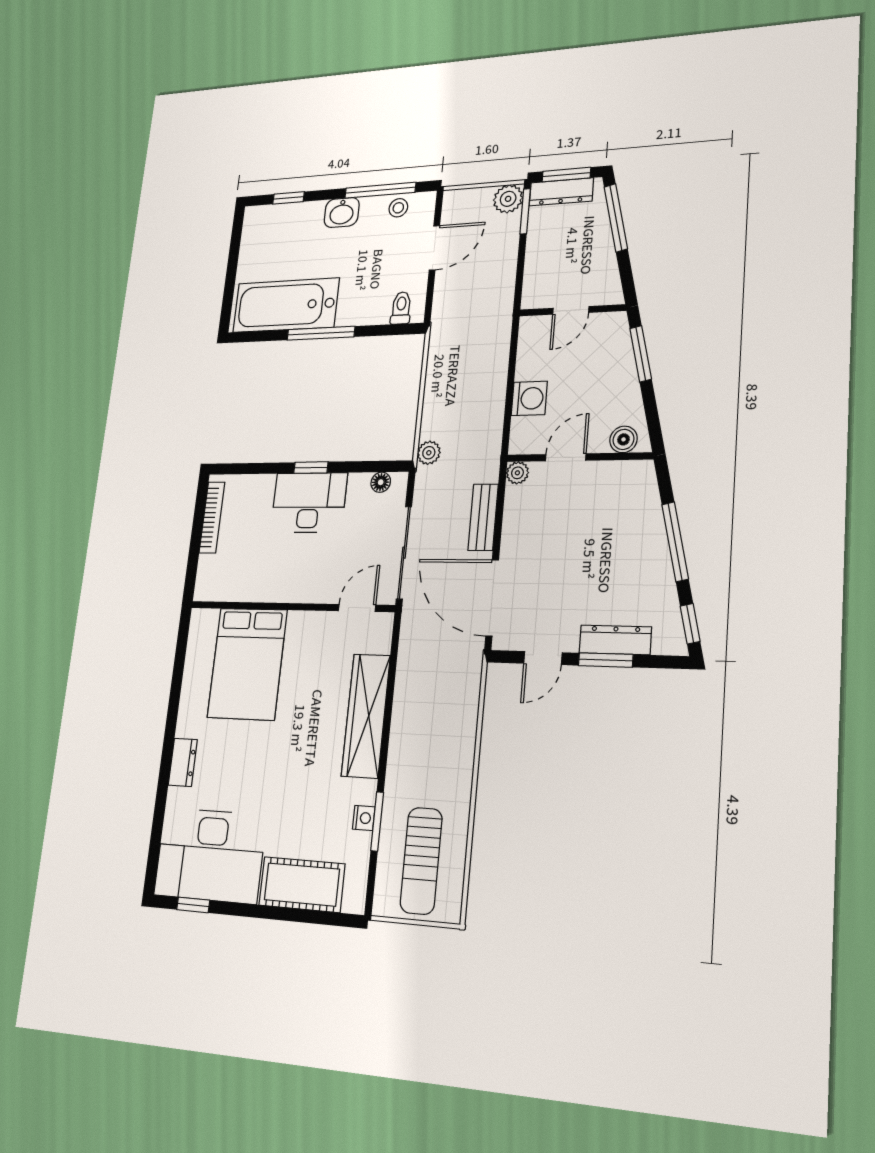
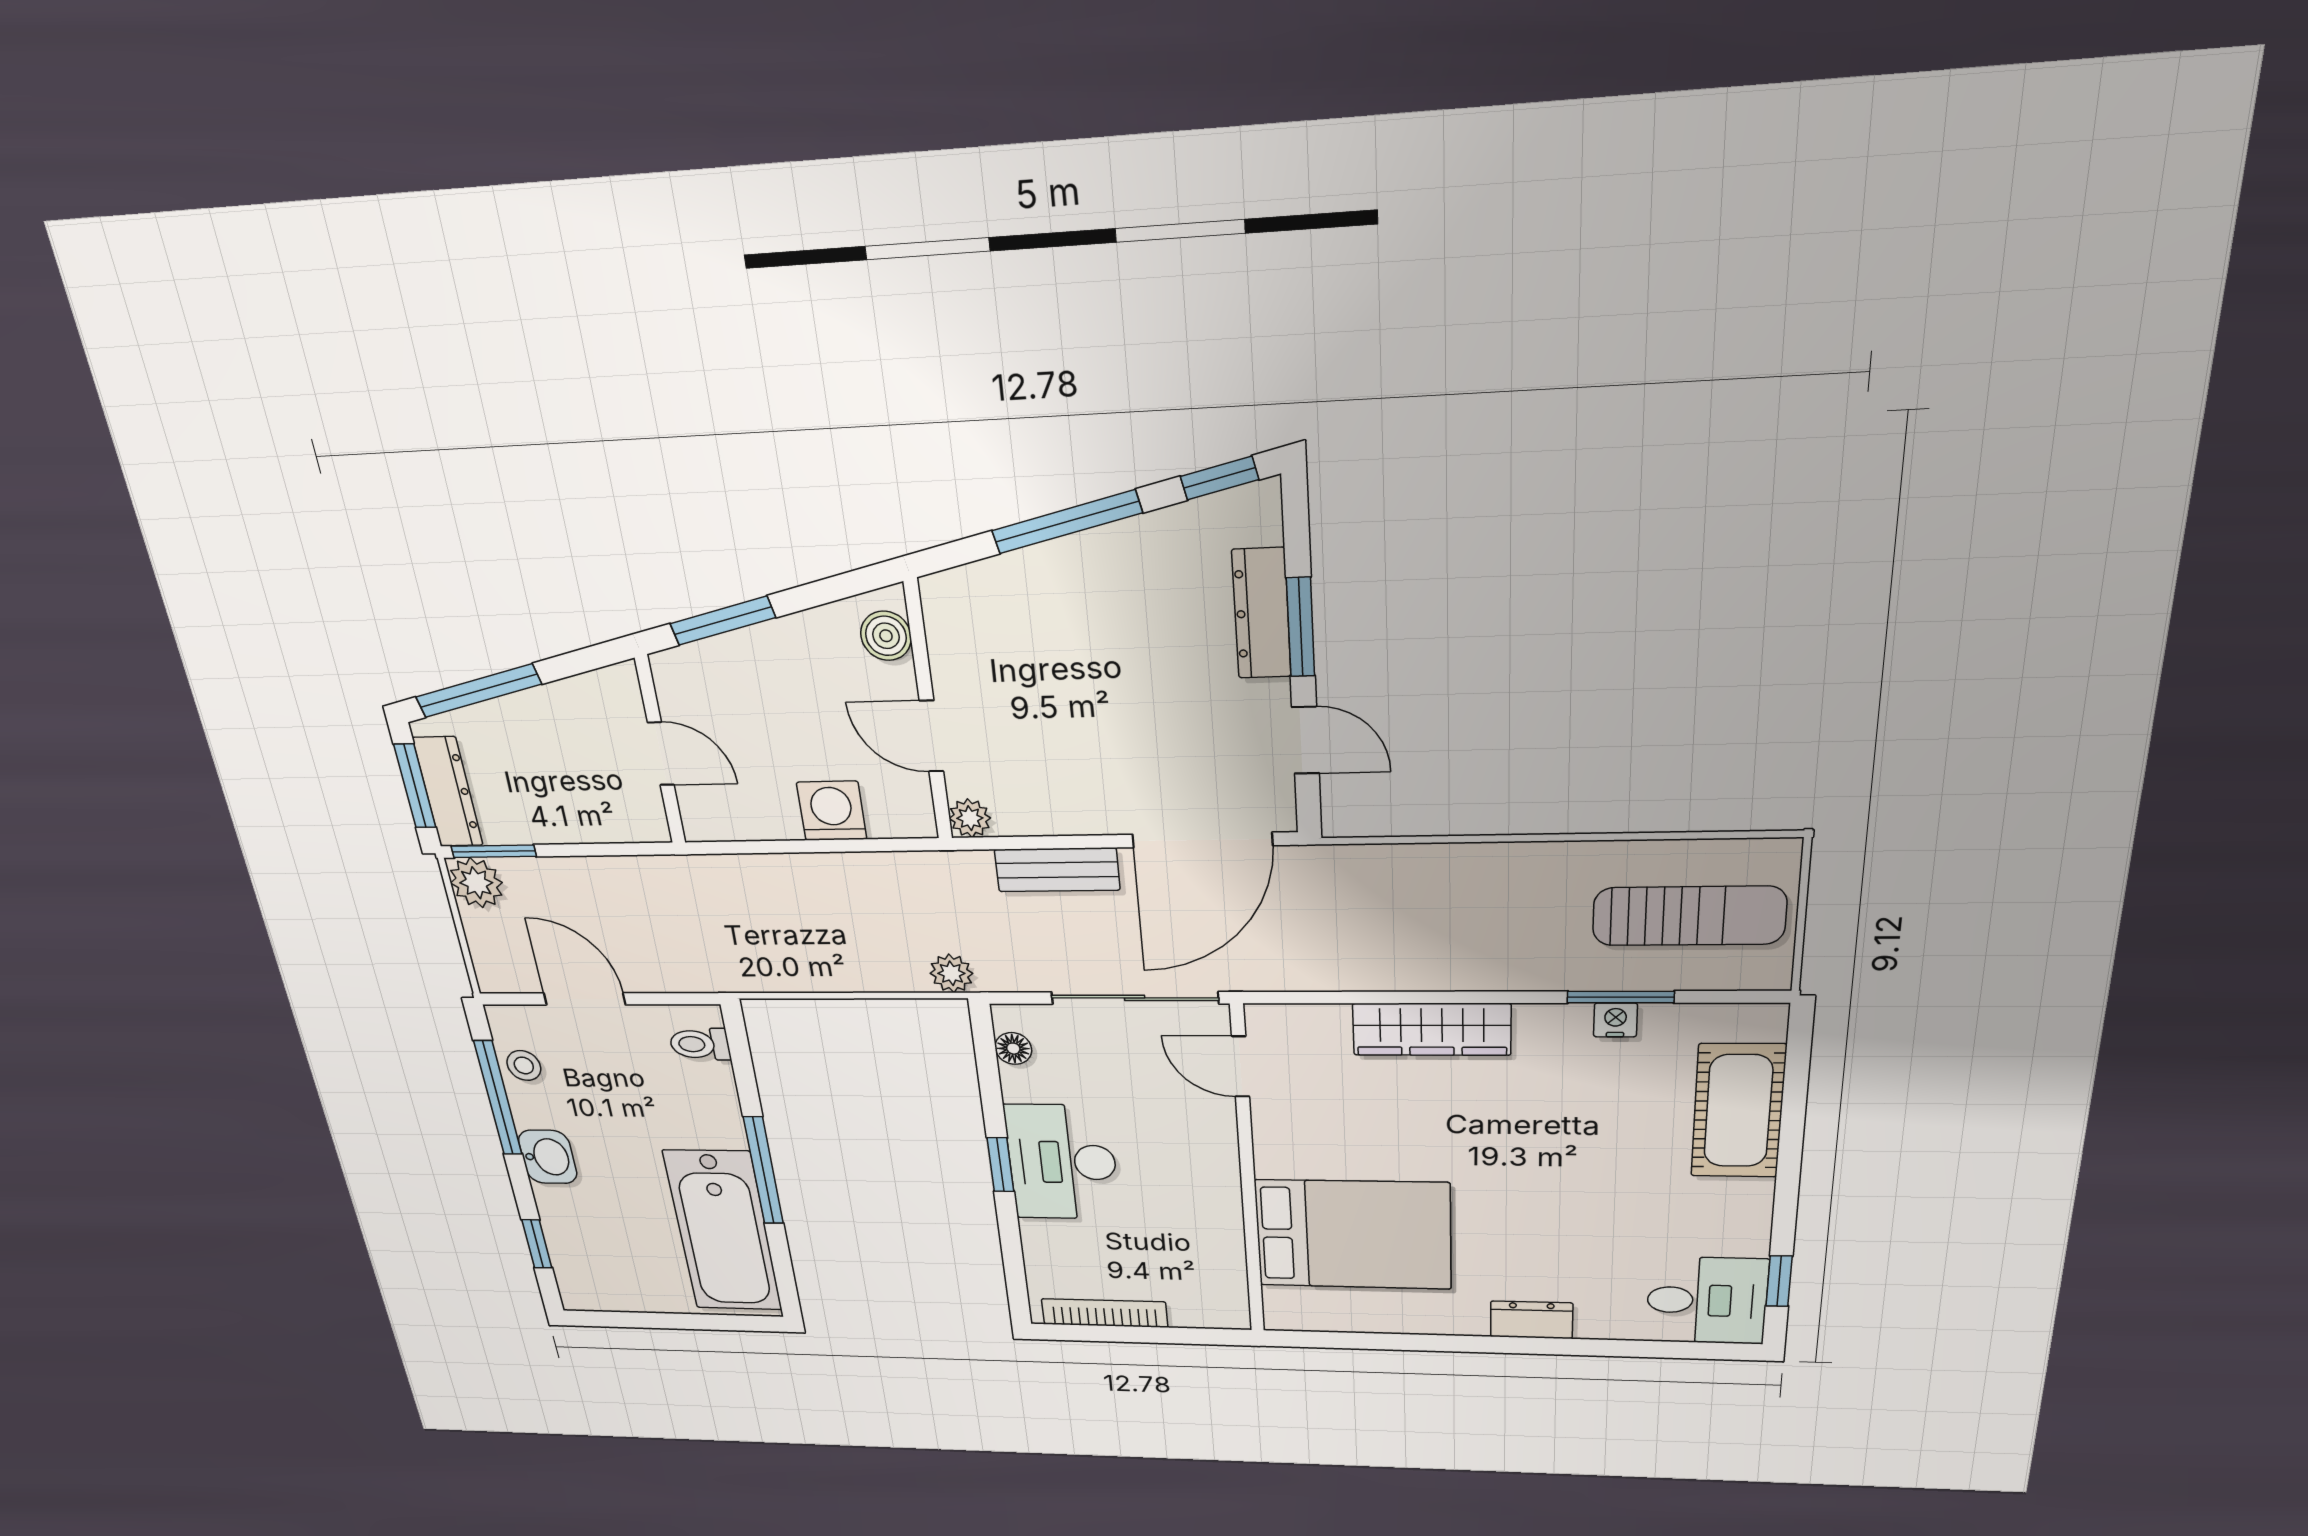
wardrobe: (366, 716) -> (1432, 1029), width x0.71, depth x0.85
desk: (210, 855) -> (1707, 1300), width x0.53, depth x0.77

